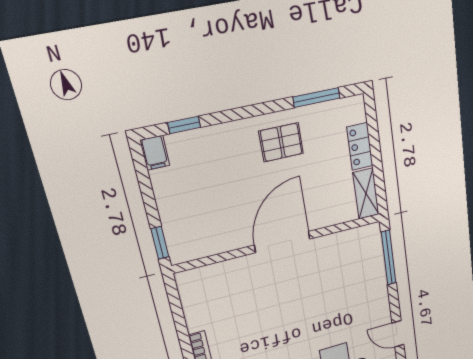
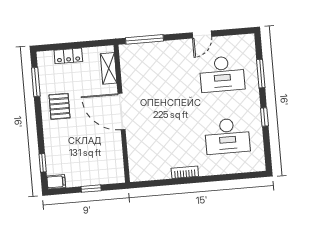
shelving: (366, 193) -> (109, 68), moved, turned 90
window: (160, 243) -> (91, 189), moved

